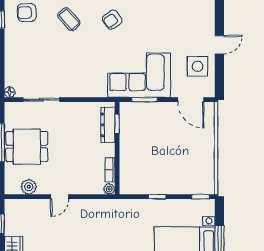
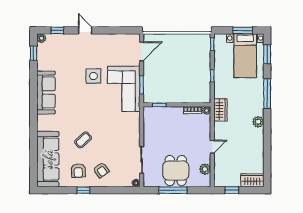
armchair: (112, 20) -> (101, 170), moved
door: (219, 45) -> (85, 30), moved
side table: (198, 66) -> (93, 76), moved
dresser: (108, 125) -> (160, 112), removed
door: (60, 197) -> (212, 147), hinge flipped
wardrobe: (110, 208) -> (220, 110), added

